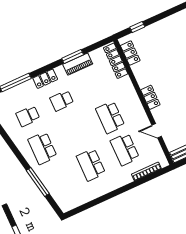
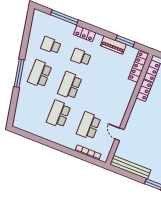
window: (73, 56) -> (125, 41), moved
locker: (150, 97) -> (144, 90), moved
school desk: (110, 117) -> (70, 86), moved
window: (38, 182) -> (19, 73), moved

